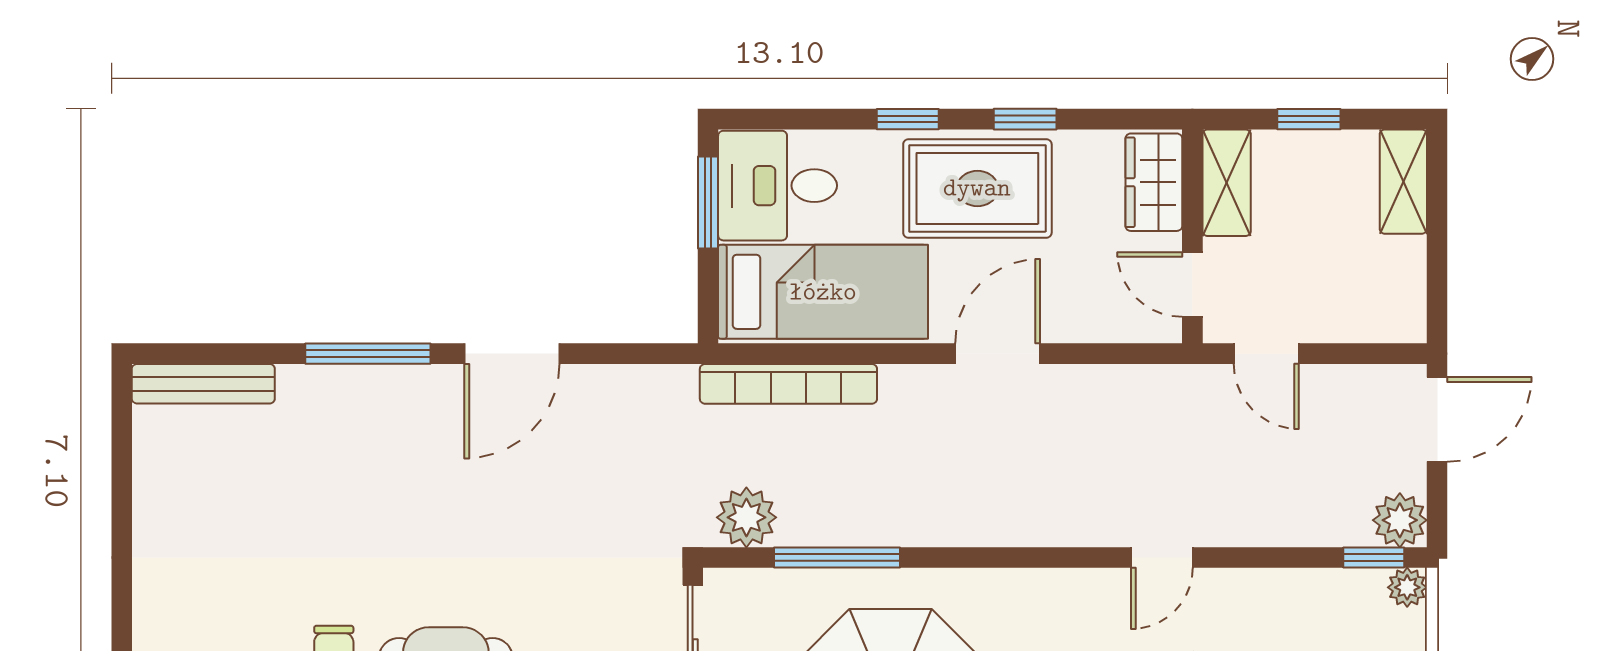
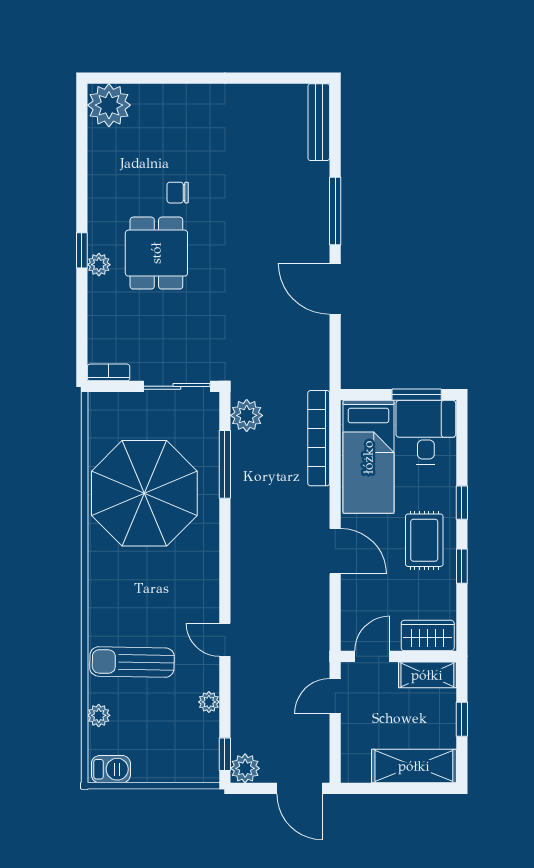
shelving: (1403, 182) -> (414, 766), width x1.50, depth x1.33
rug: (977, 188) -> (424, 540), width x0.73, depth x0.70
plant: (1407, 587) -> (209, 702), moved

